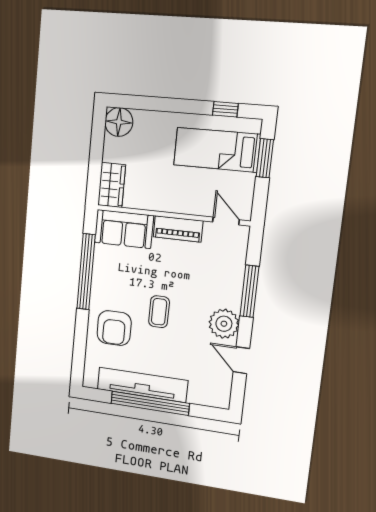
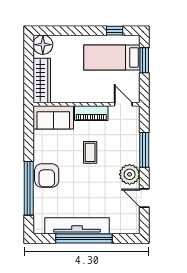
wardrobe: (112, 185) -> (42, 80), width x1.50
window: (86, 272) -> (29, 188), moved
coffee table: (159, 312) -> (90, 152), moved
armchair: (114, 328) -> (47, 175), moved

